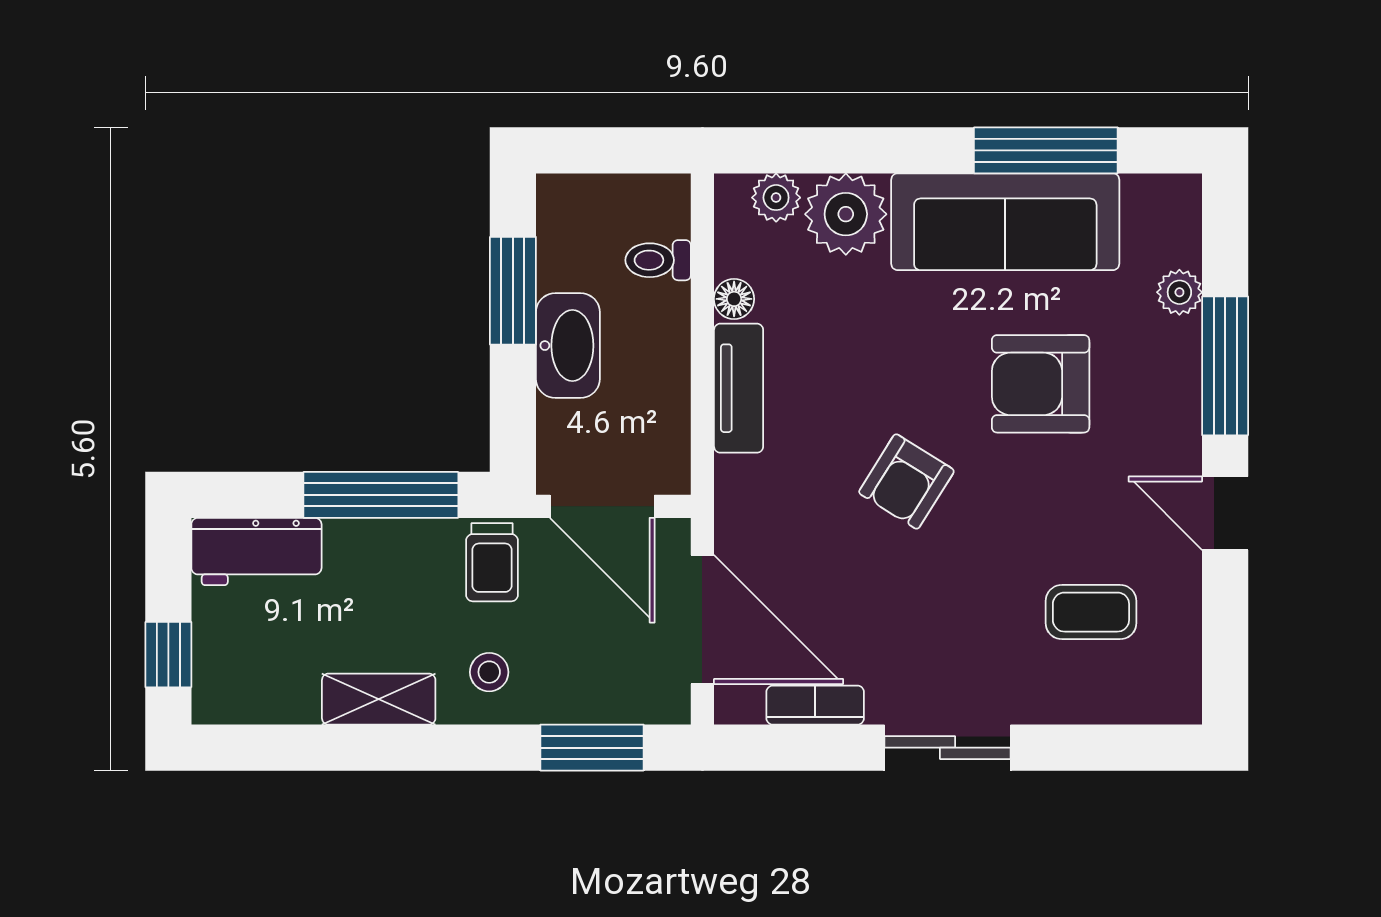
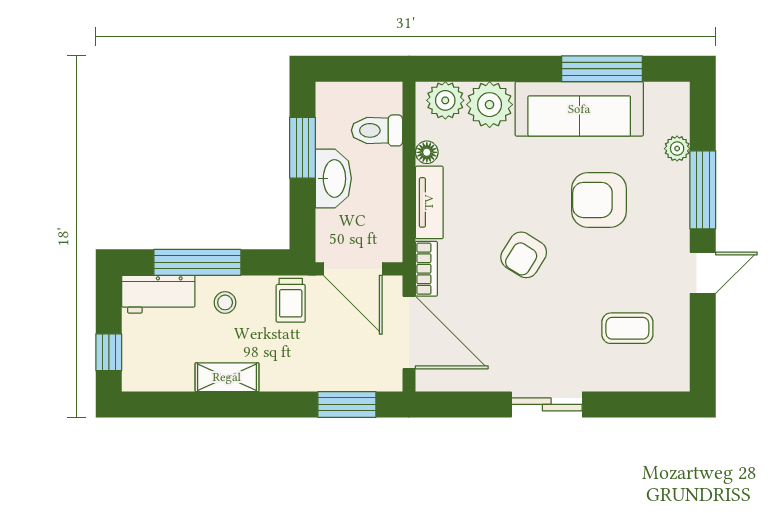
plant: (776, 198) -> (445, 100), width x1.38, depth x1.38
toilet: (658, 260) -> (377, 130), width x1.37, depth x1.39
window: (381, 495) -> (197, 262), moved
door: (1225, 513) -> (703, 273), swing flipped
stool: (489, 672) -> (225, 302), moved
bookcase: (815, 705) -> (426, 269), moved, turned 90

